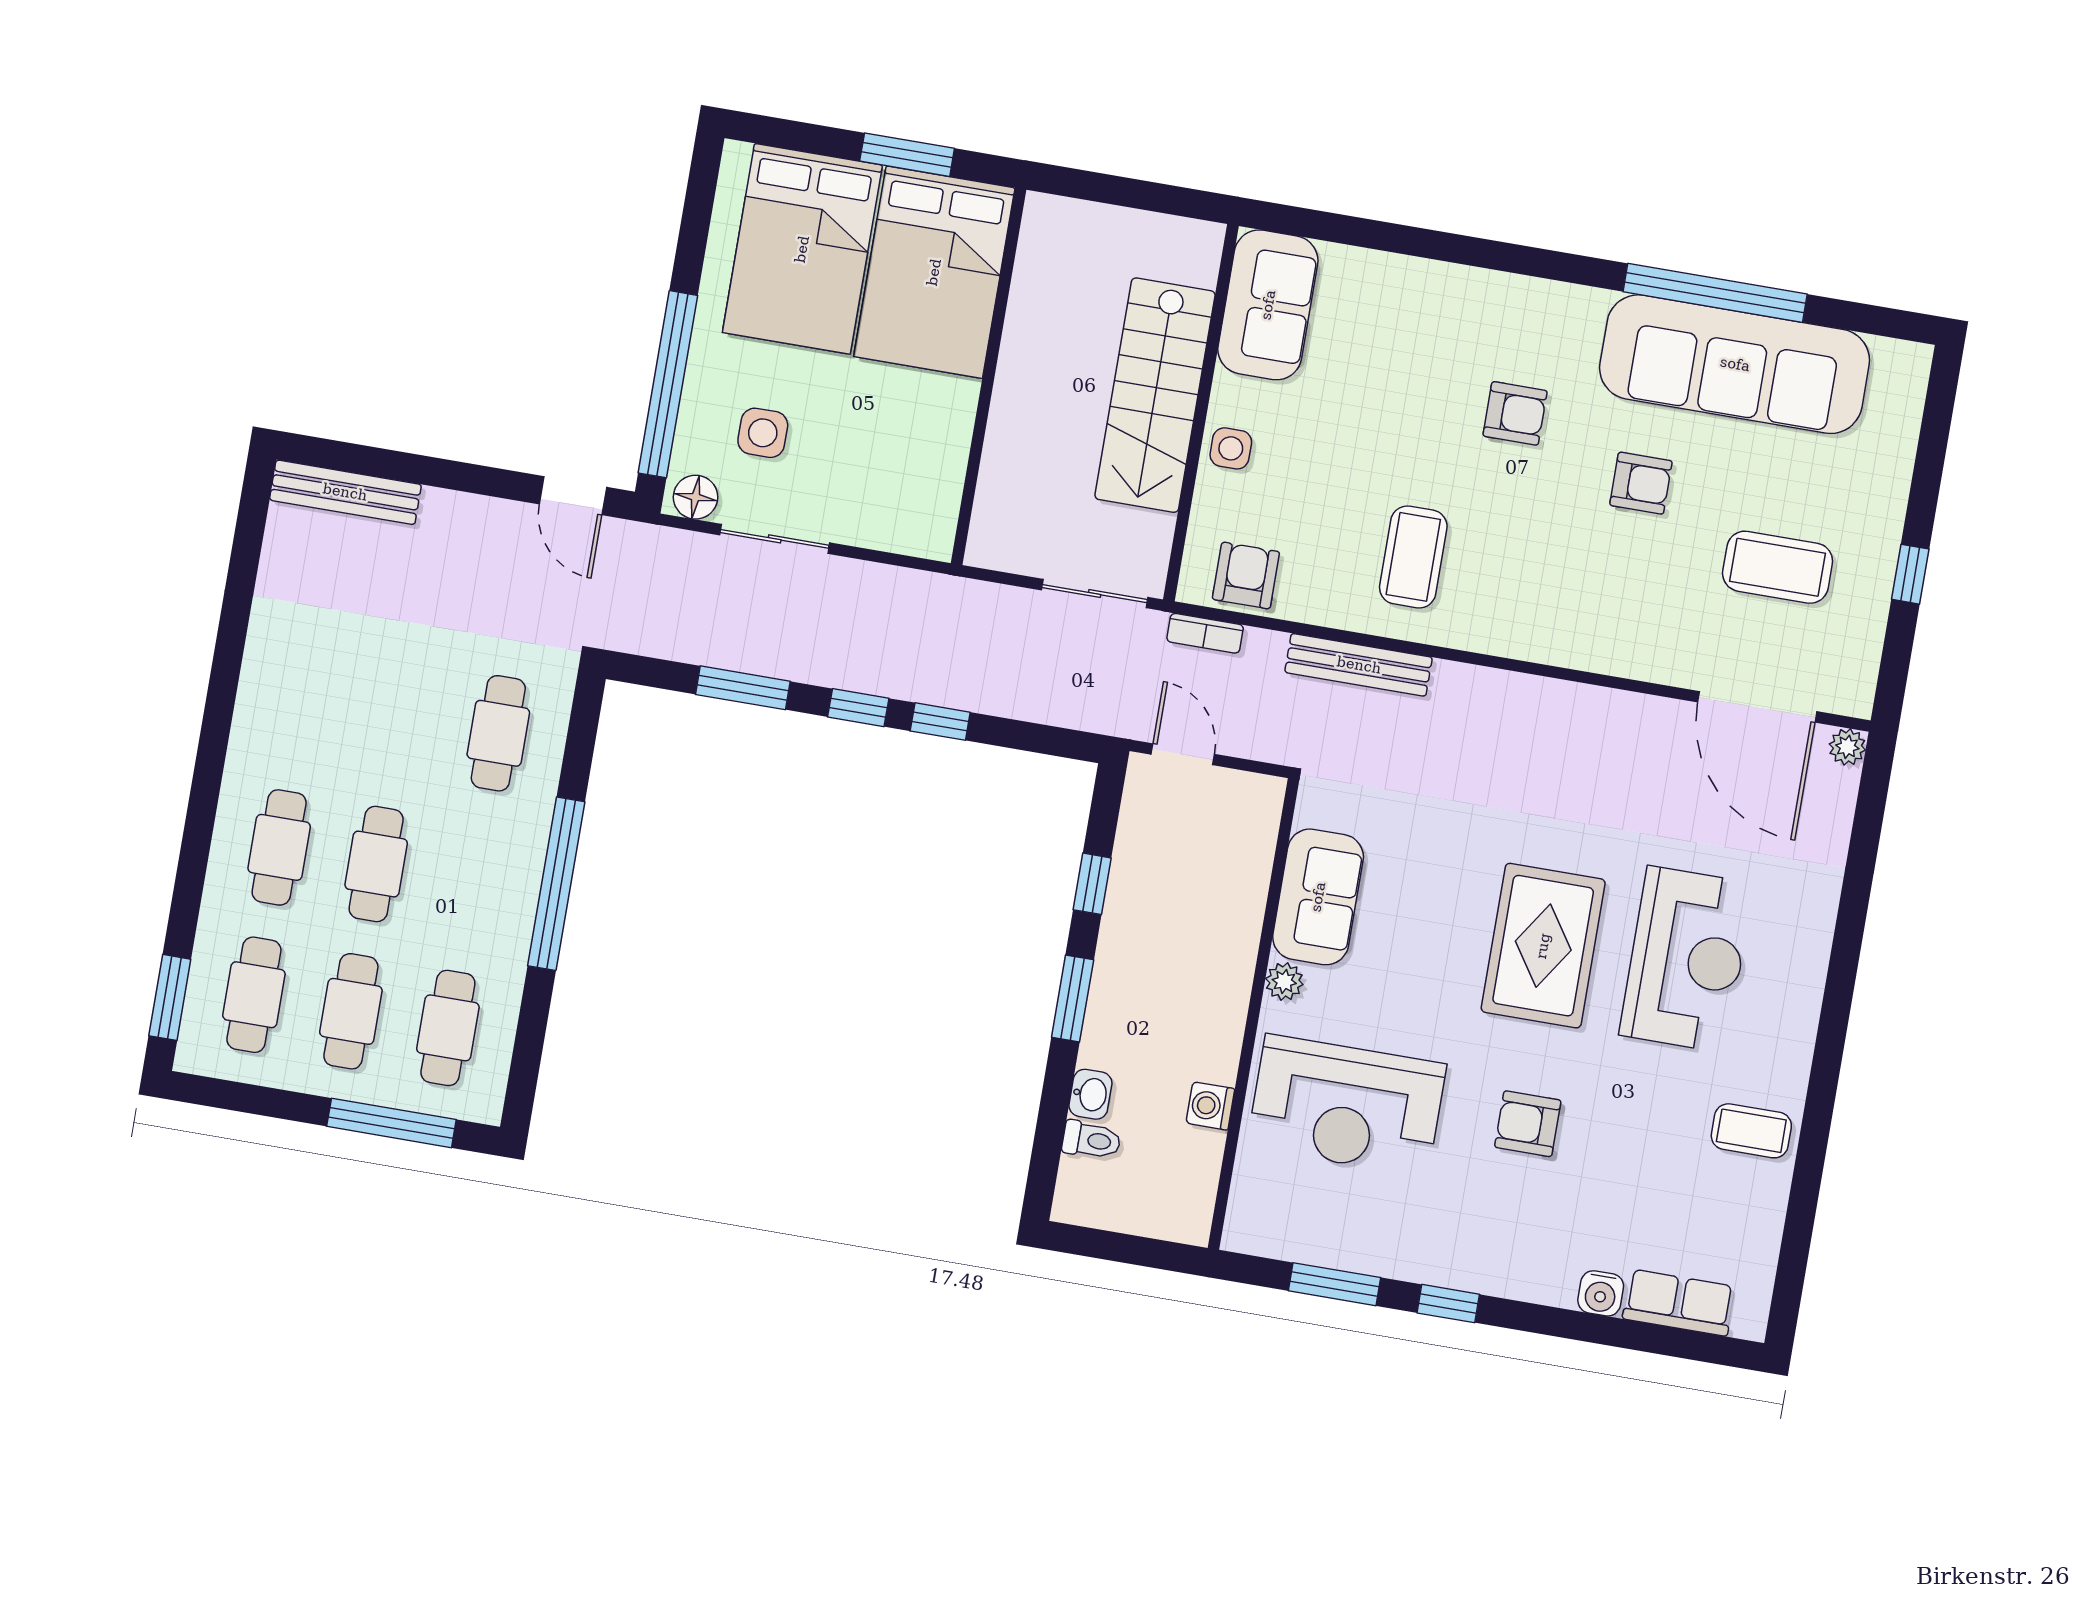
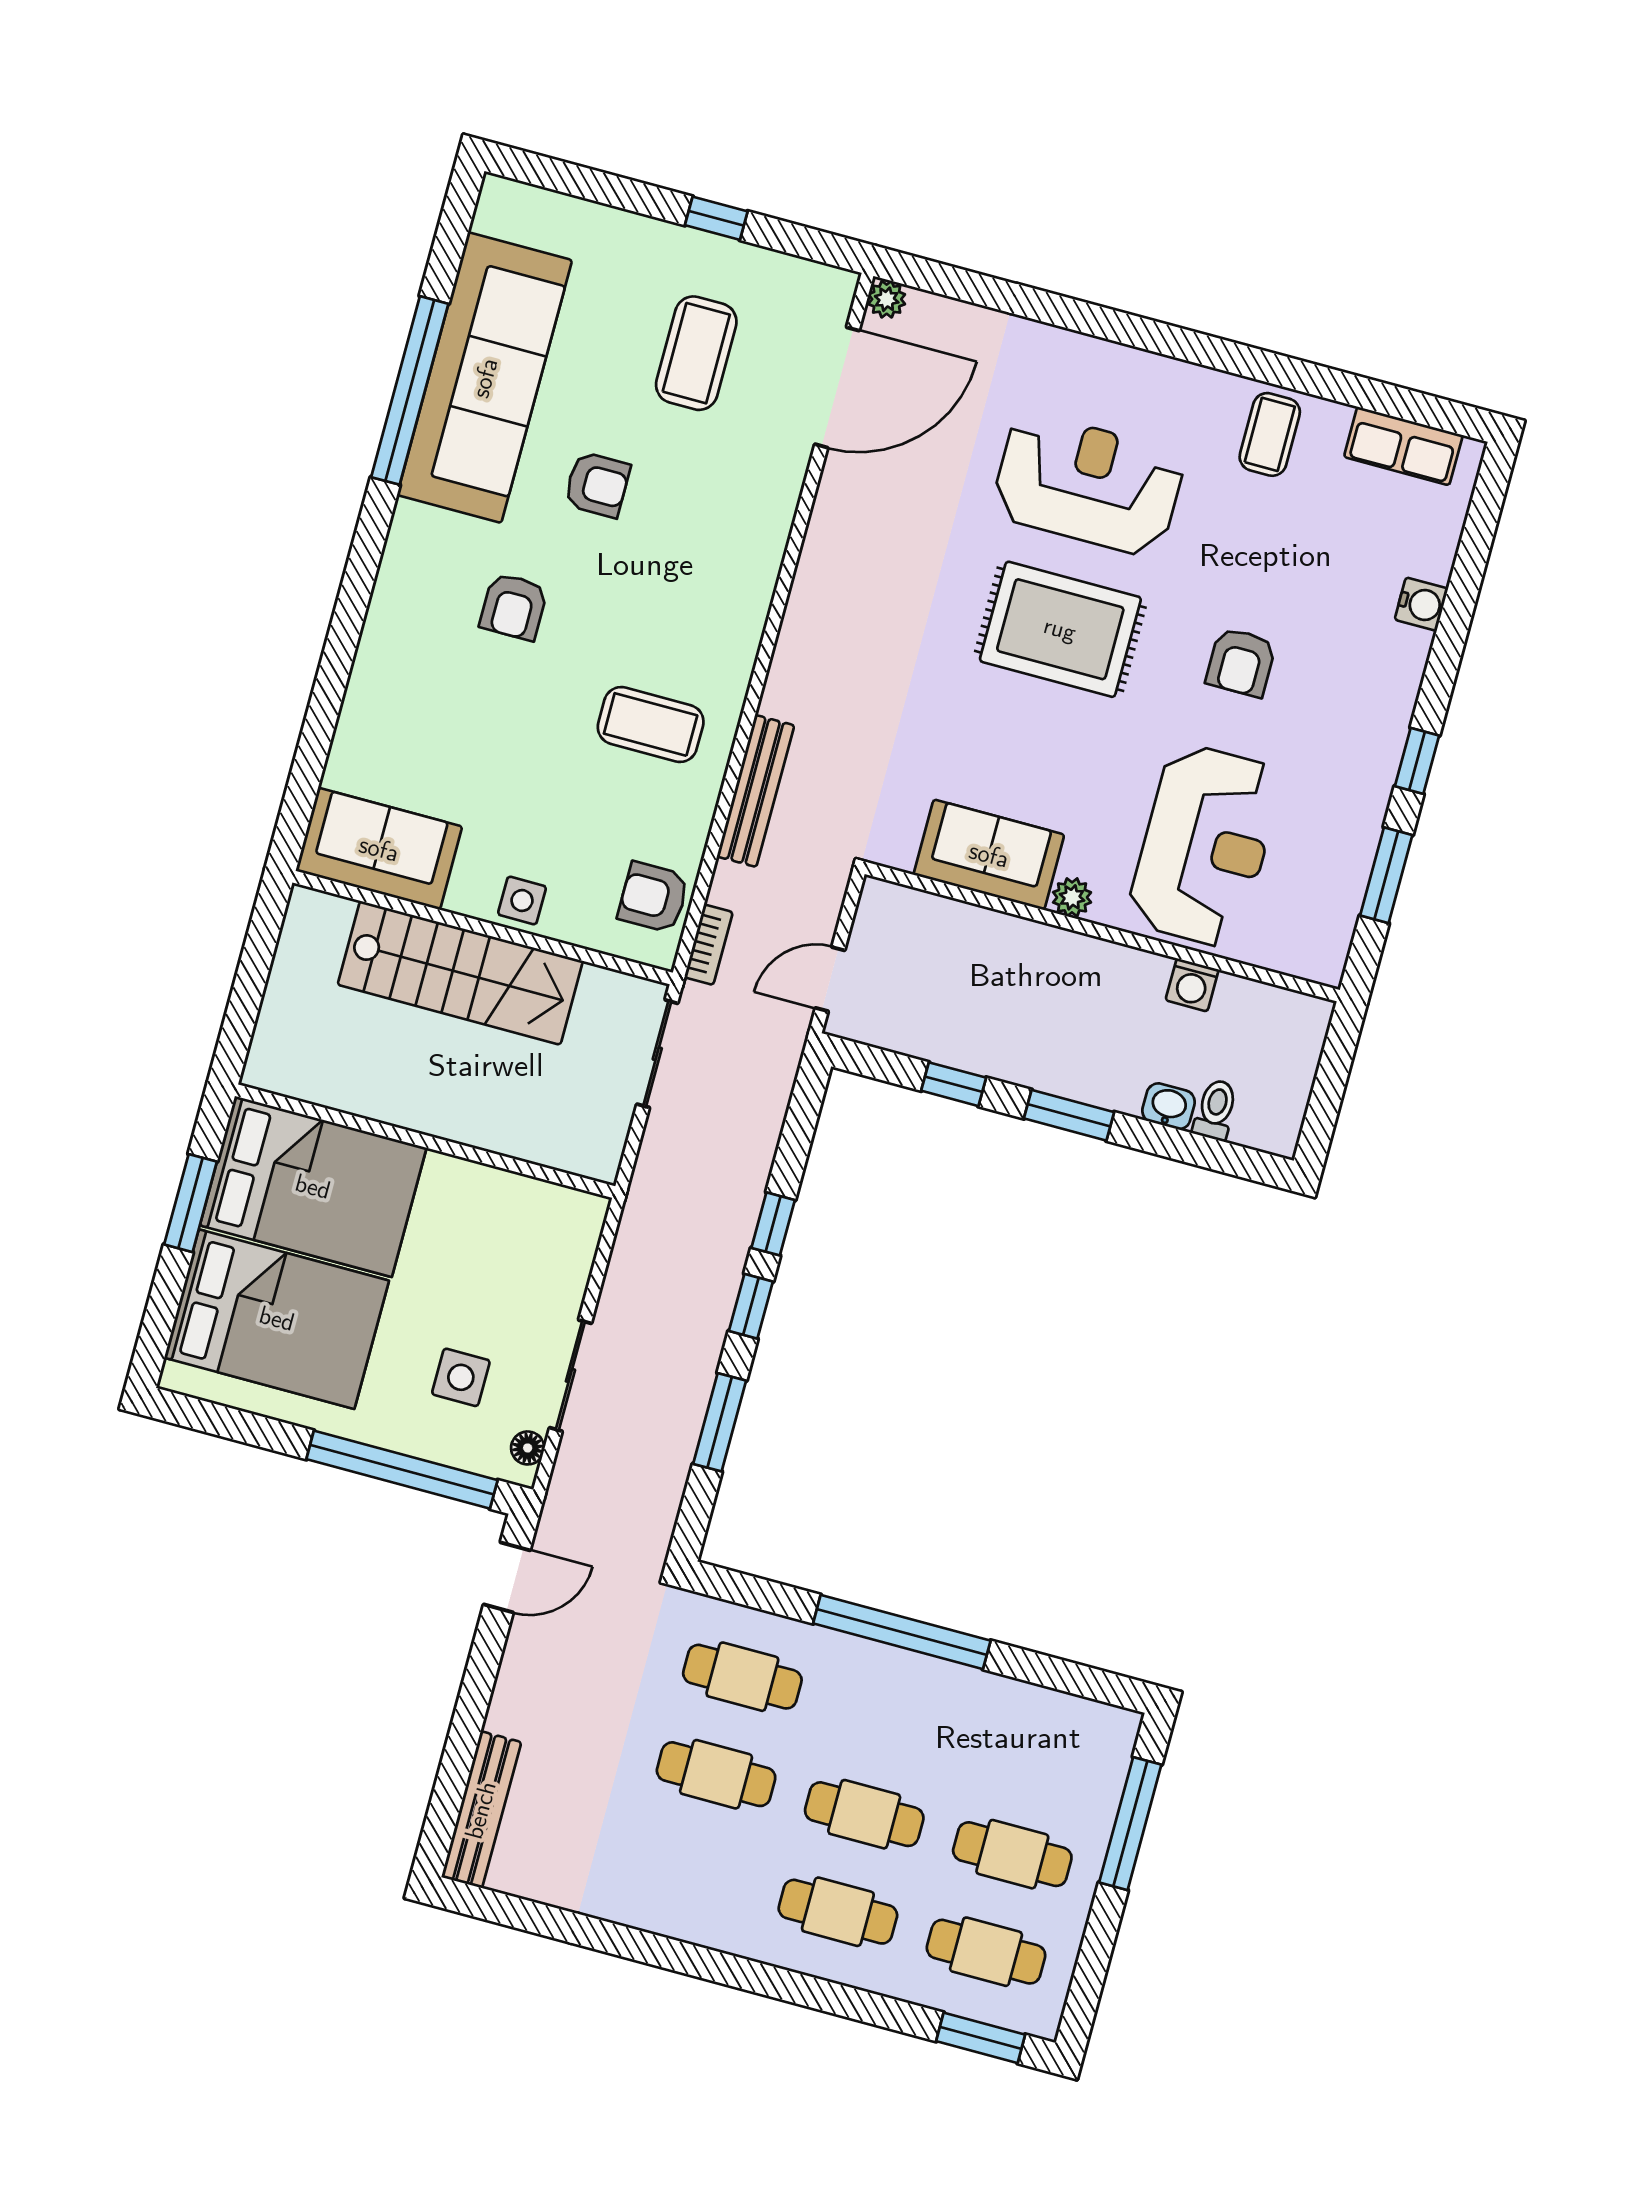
armchair: (1515, 413) -> (514, 607), turned 180
armchair: (1641, 483) -> (597, 485), turned 90
floor lamp: (696, 497) -> (528, 1448), width x0.73, depth x0.73
cafe table: (448, 1028) -> (716, 1774), moved
row of seats: (1679, 1303) -> (1403, 446), moved, turned -90

